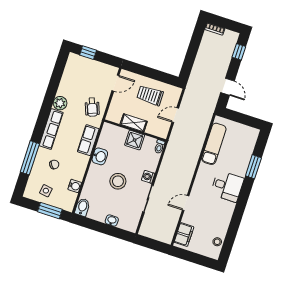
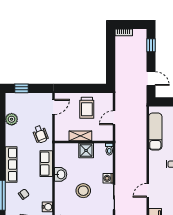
trolley: (150, 95) -> (87, 108), turned -90
plant: (60, 103) -> (12, 119), moved

